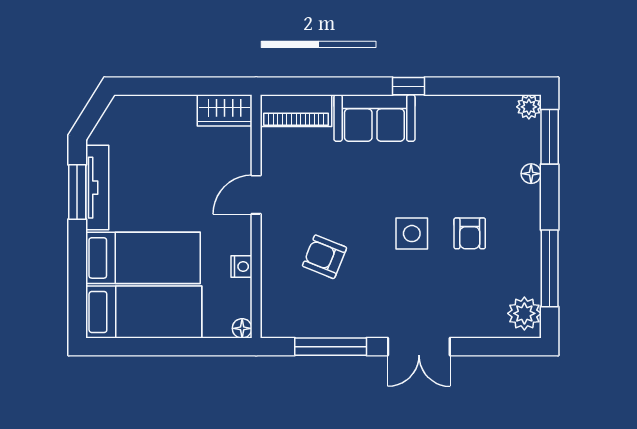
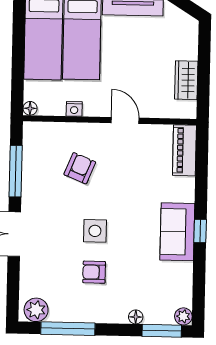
wardrobe: (224, 110) -> (186, 80), moved
sofa: (374, 118) -> (177, 232), moved

